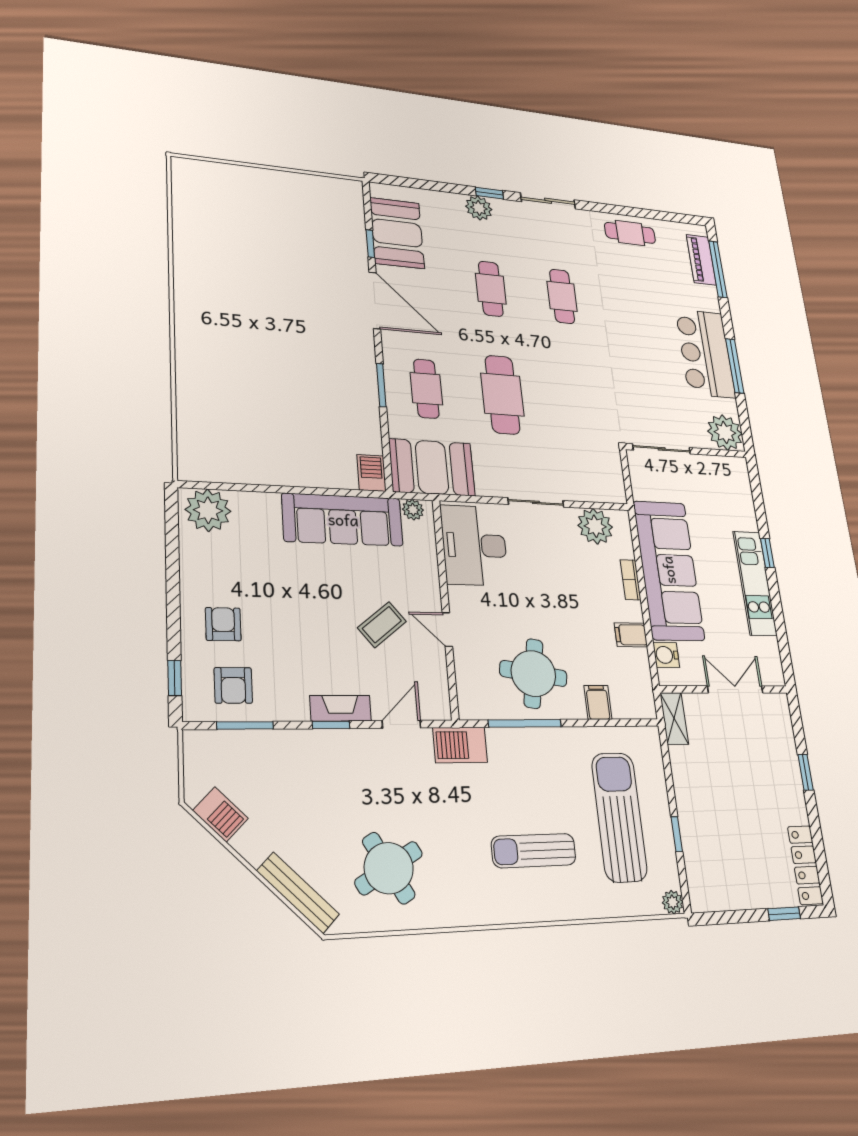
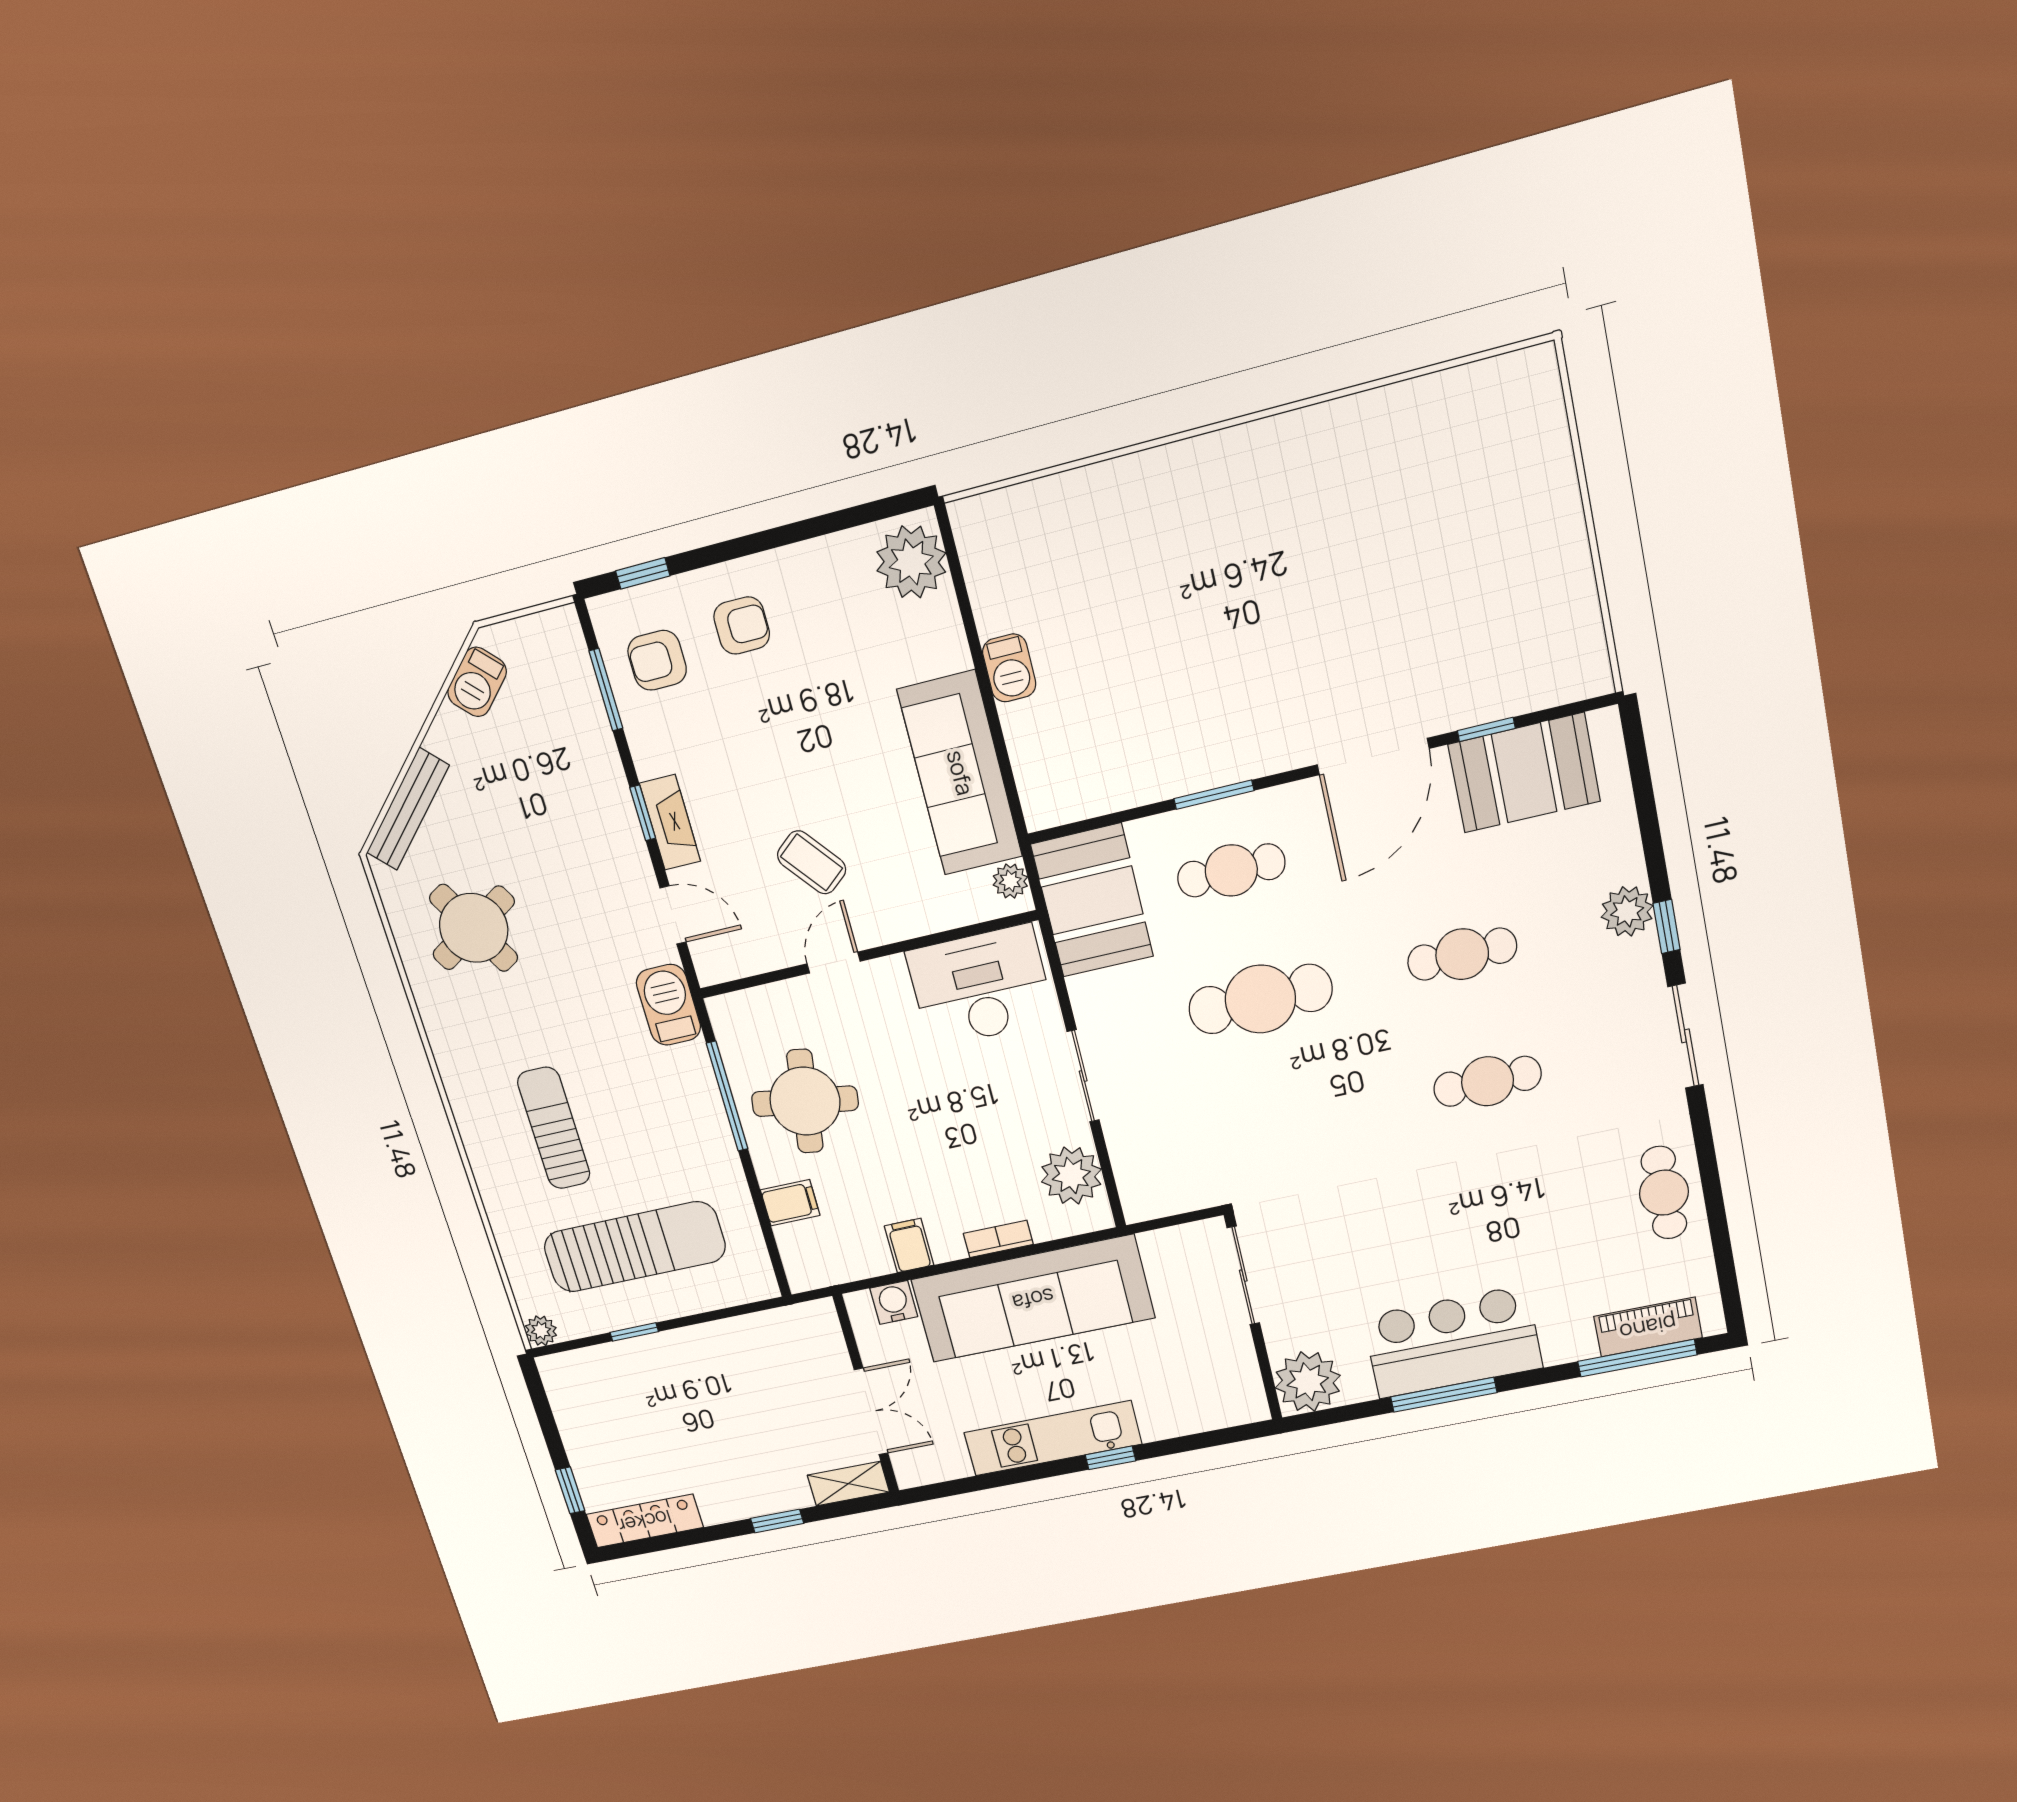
barbecue: (371, 473) -> (1009, 668), moved, turned 90
shelving: (674, 718) -> (848, 1484), moved

